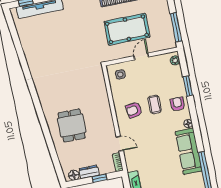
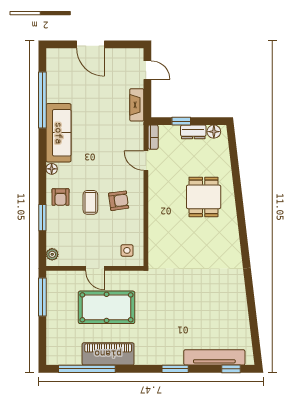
door: (141, 56) -> (95, 268), hinge flipped

